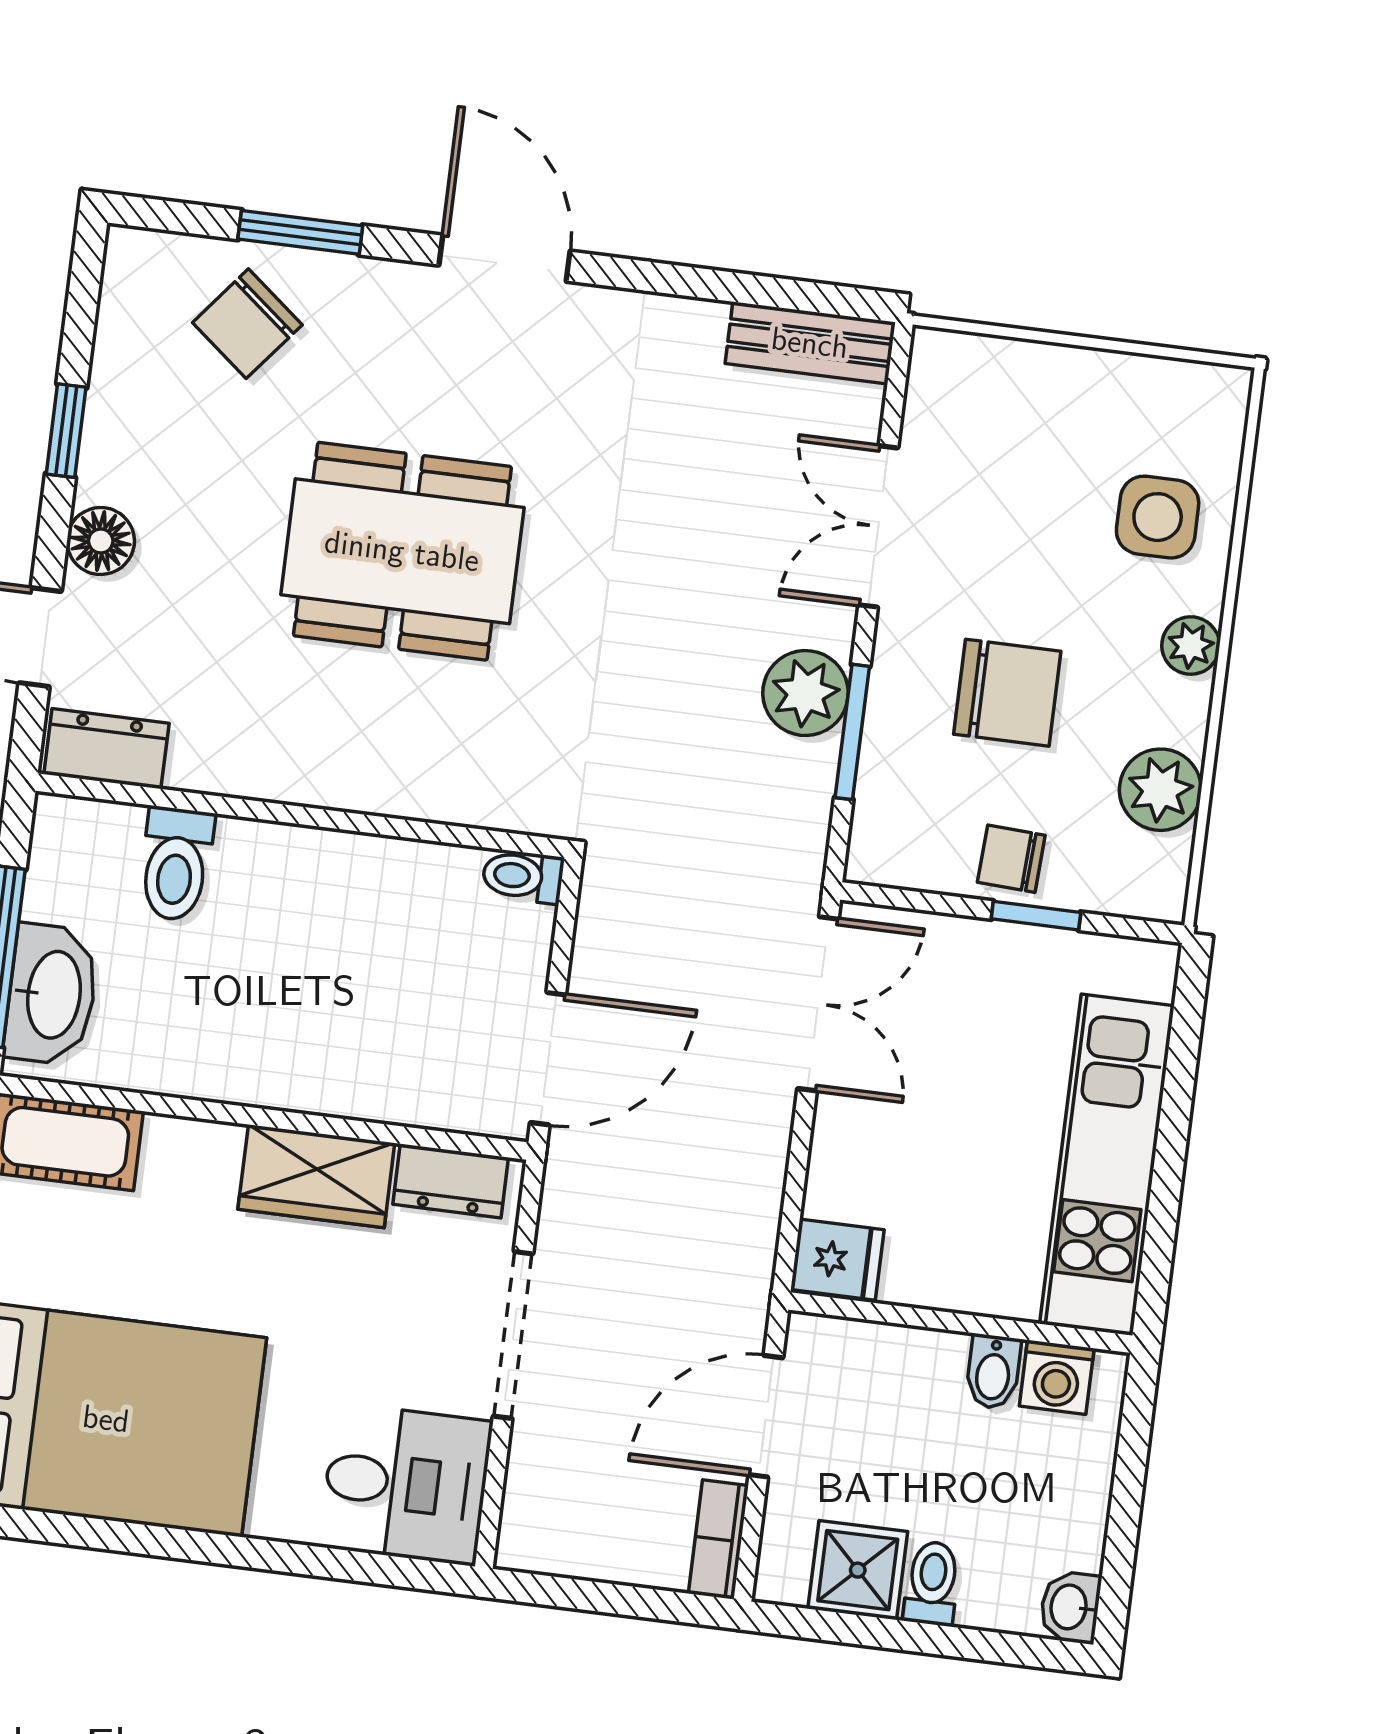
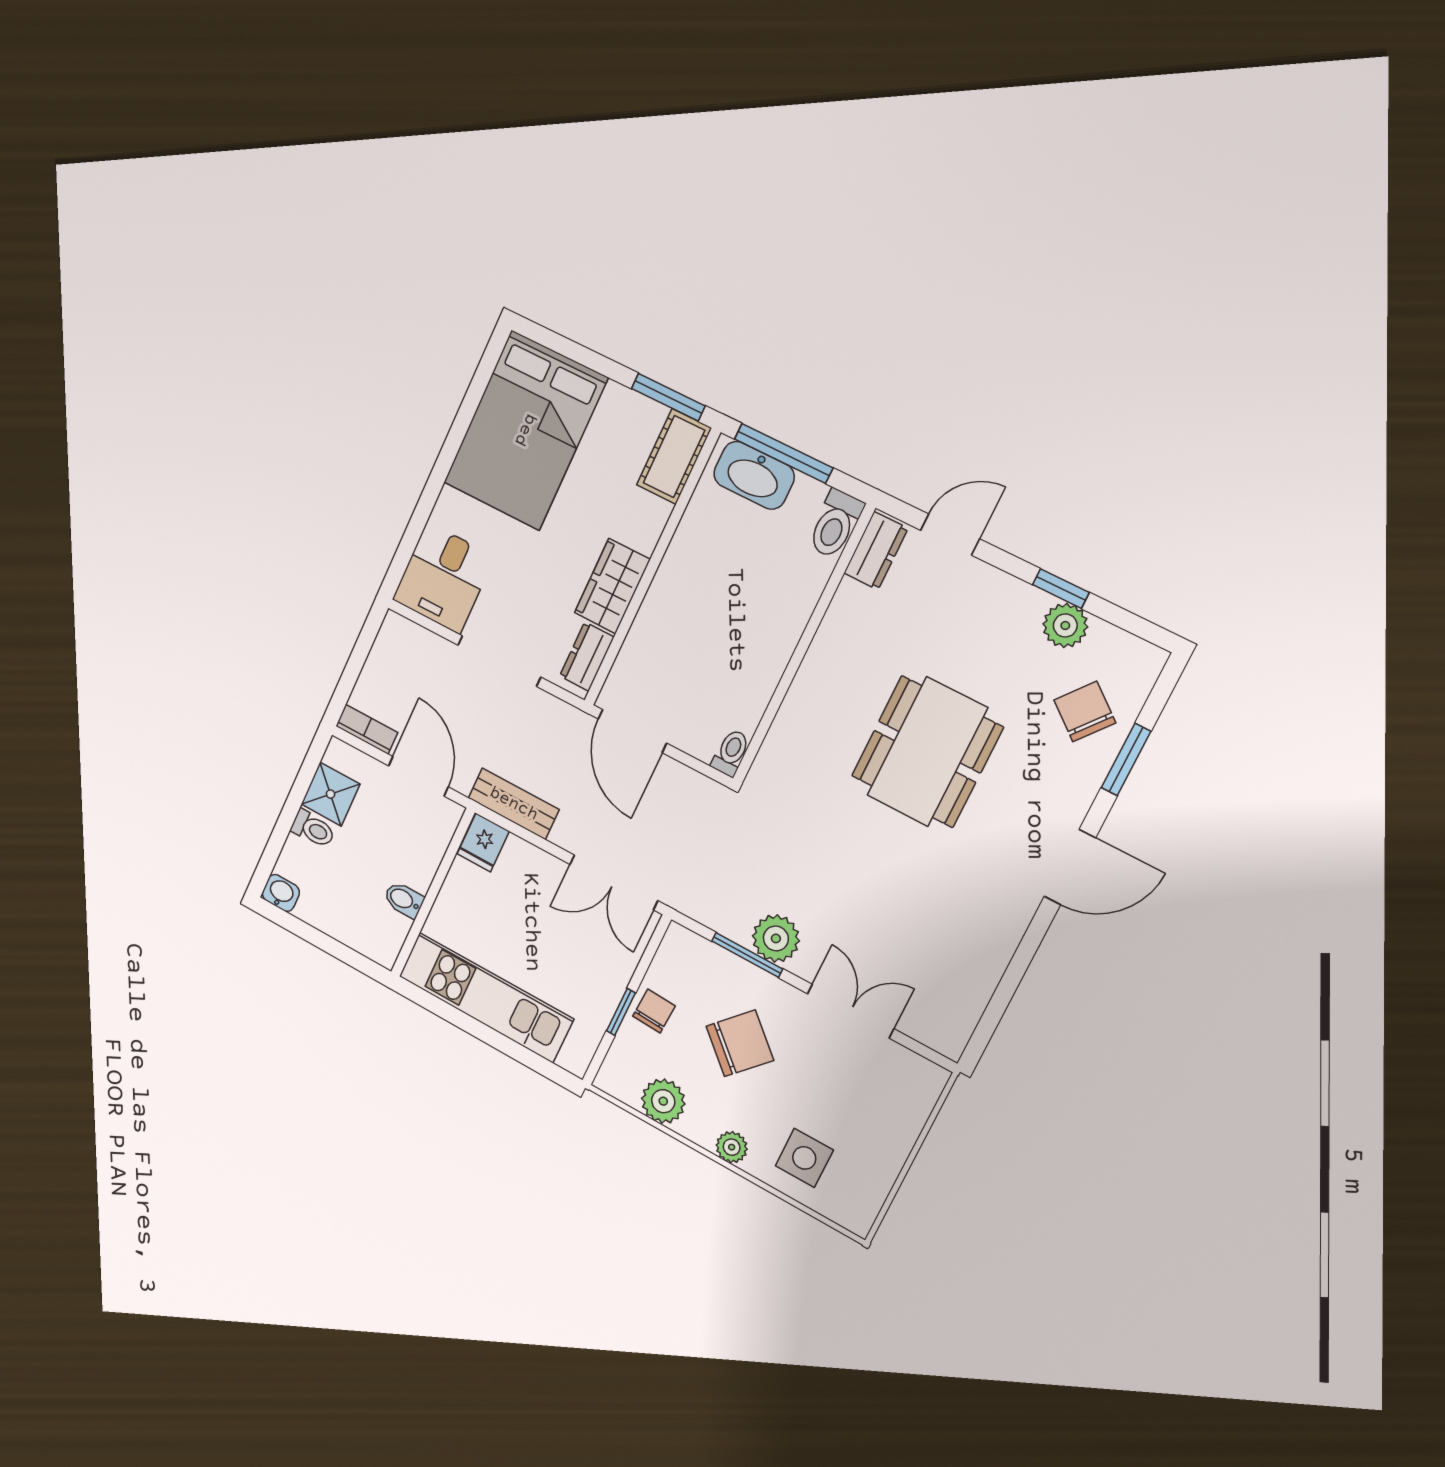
bench: (810, 343) -> (514, 804), moved, turned 90
plant: (122, 403) -> (1065, 625), added
floor lamp: (101, 541) -> (992, 587), removed
chair: (1007, 693) -> (740, 1043), turned -137
toilet: (176, 864) -> (835, 524), moved, turned -90
washing machine: (1057, 1377) -> (391, 930), removed

